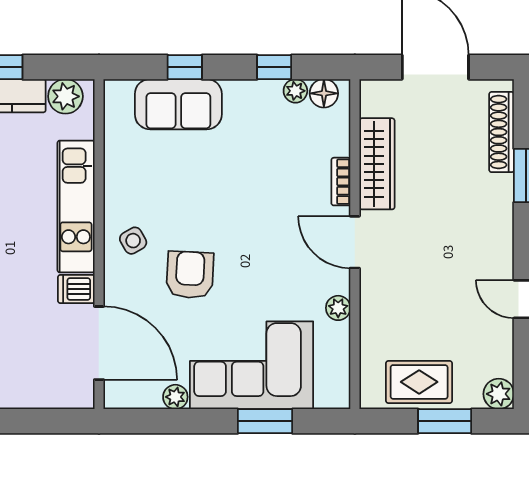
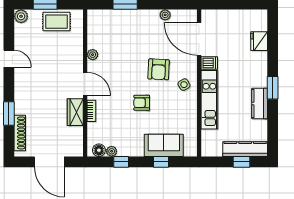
plant: (65, 96) -> (214, 149), removed
wardrobe: (377, 164) -> (75, 112), width x0.67
armchair: (228, 200) -> (142, 103), added
corner sofa: (252, 365) -> (131, 29), removed

